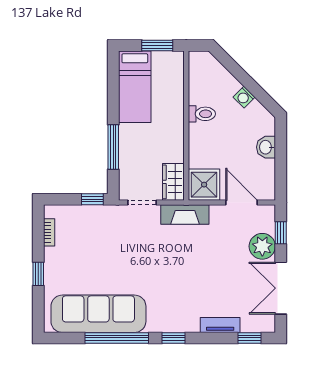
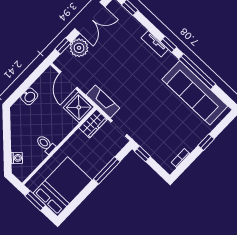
bed: (135, 87) -> (62, 187), width x1.50
washing machine: (244, 97) -> (17, 158), moved
tv unit: (220, 325) -> (155, 44), moved

